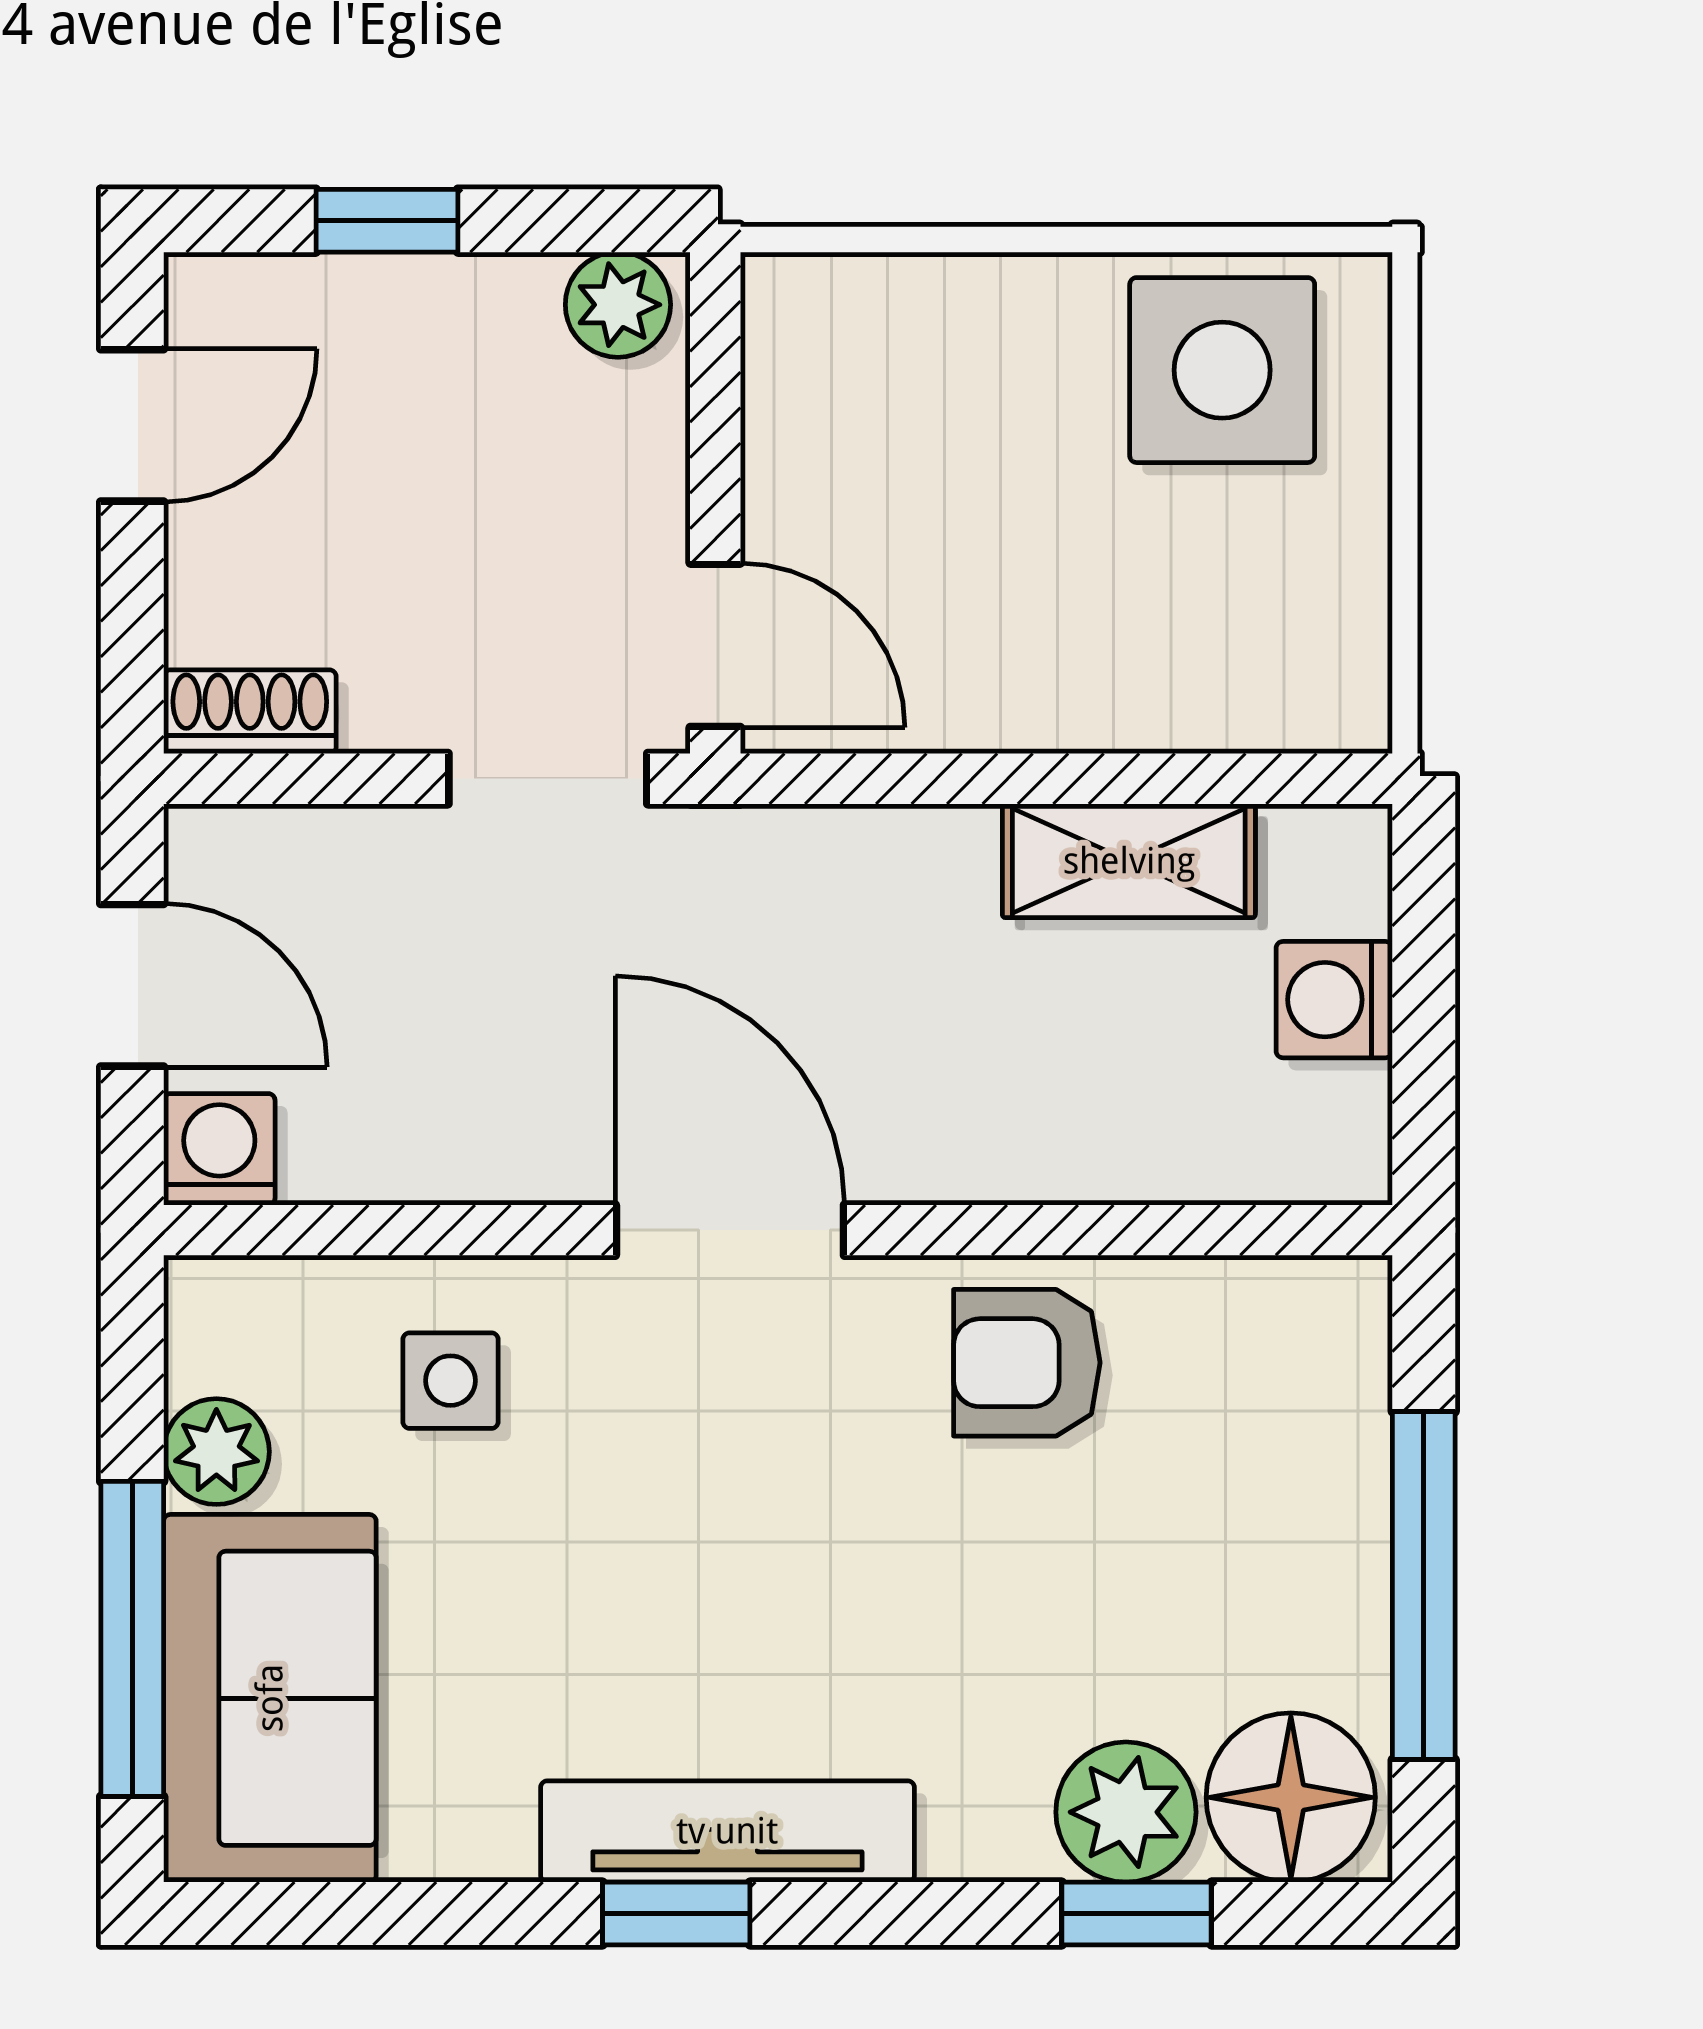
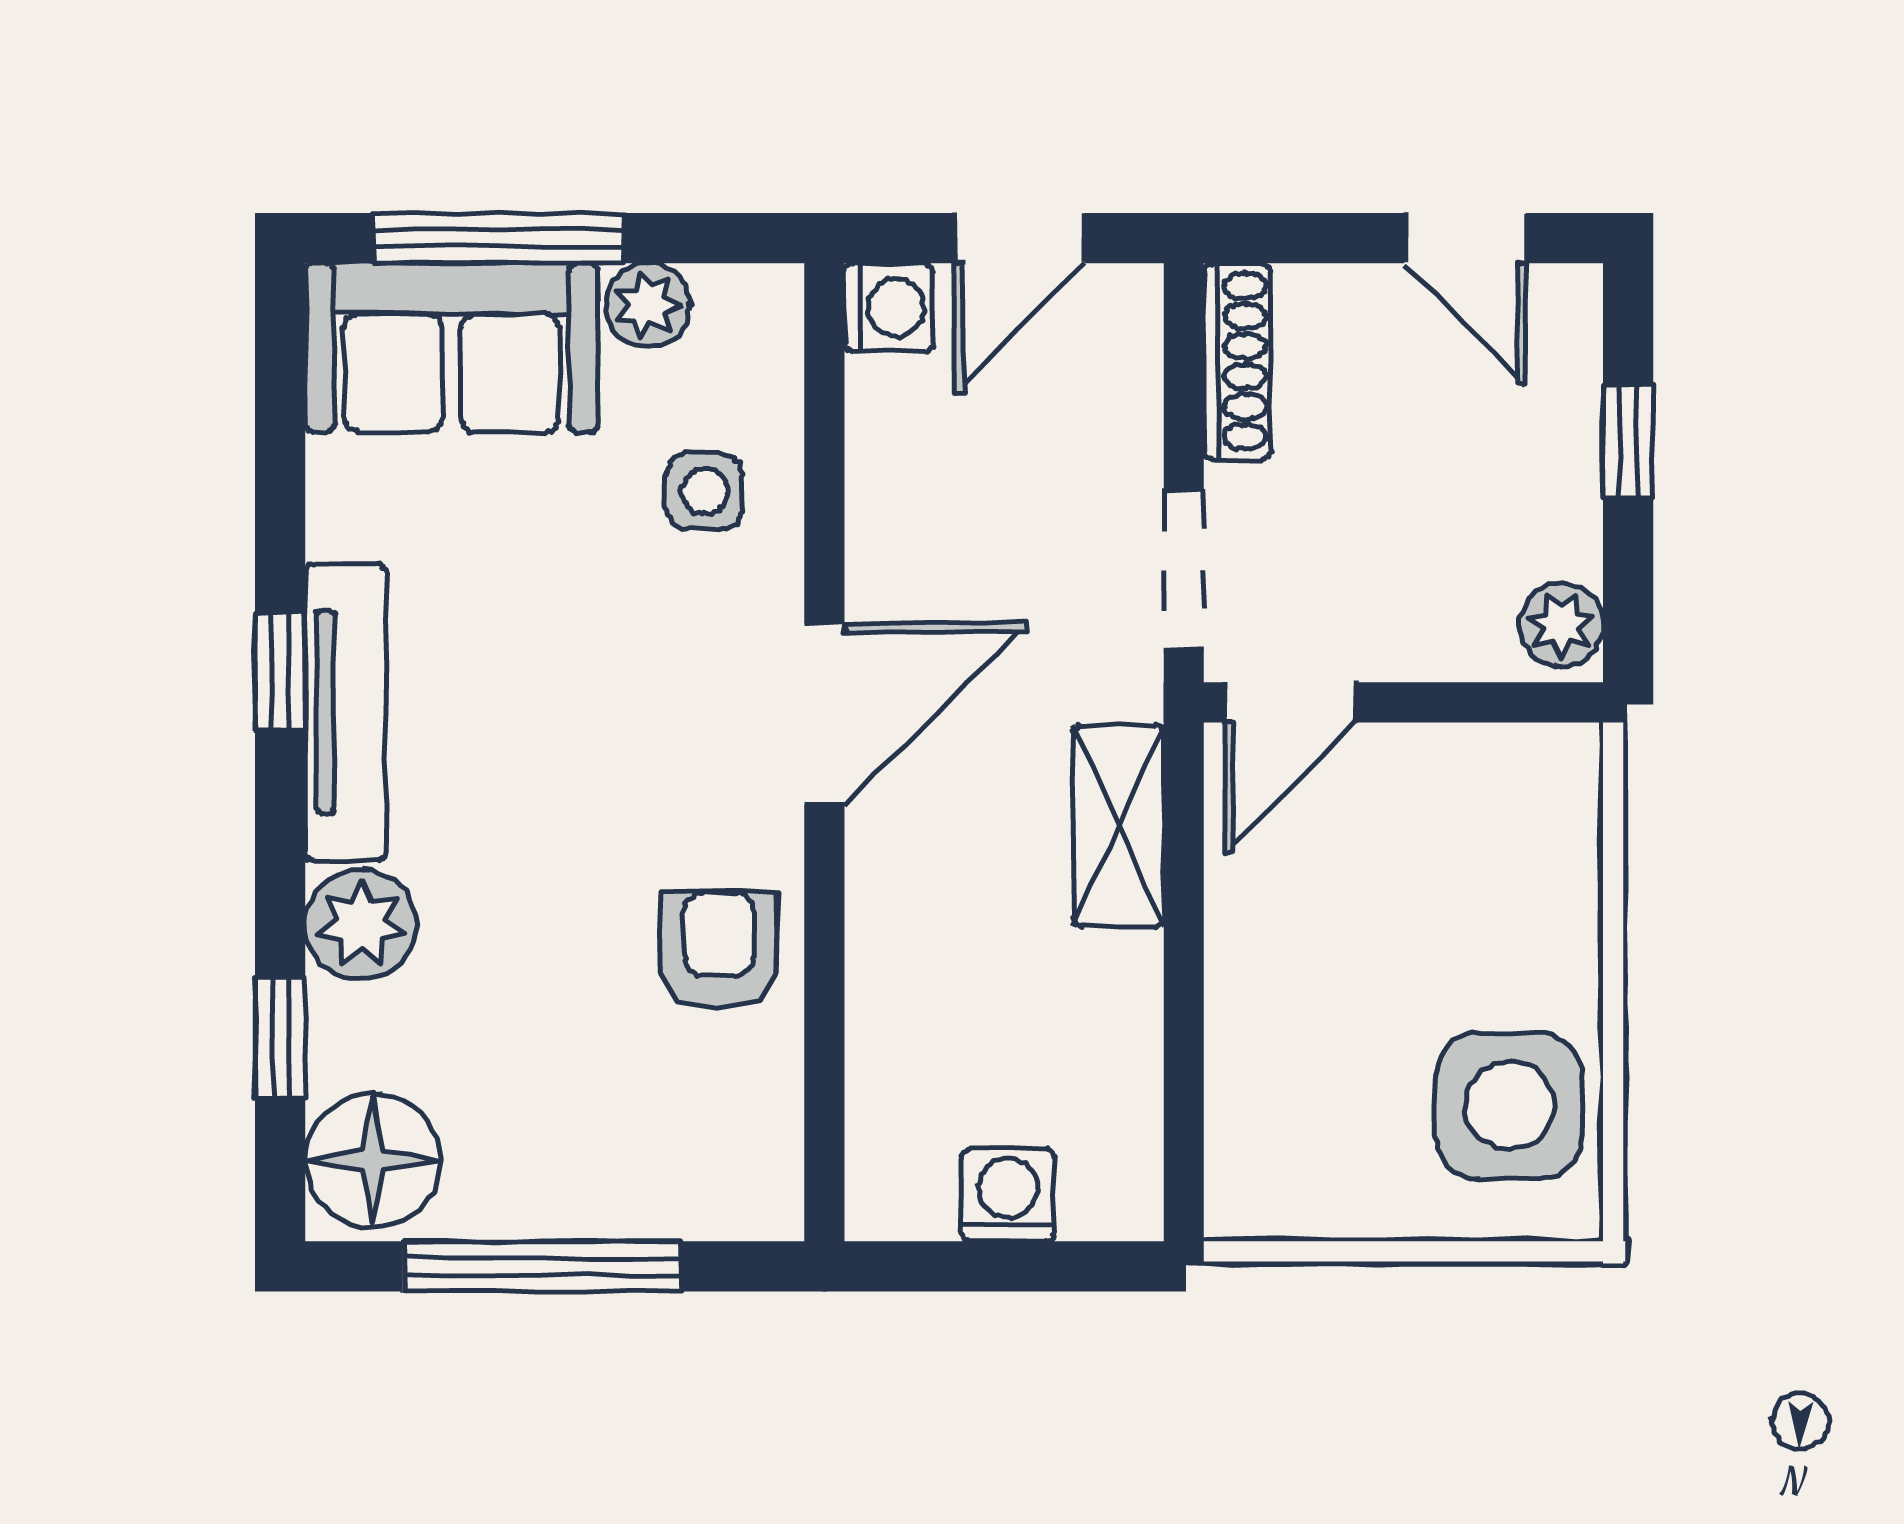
shoe rack: (250, 712) -> (1237, 361), width x1.43
shelving: (1129, 861) -> (1118, 826), moved
plant: (1126, 1812) -> (361, 925), moved

